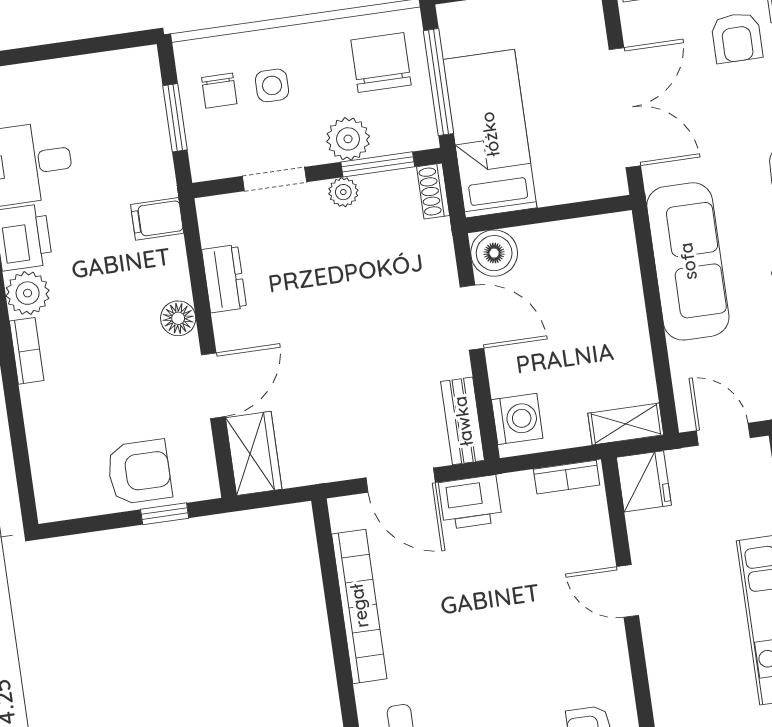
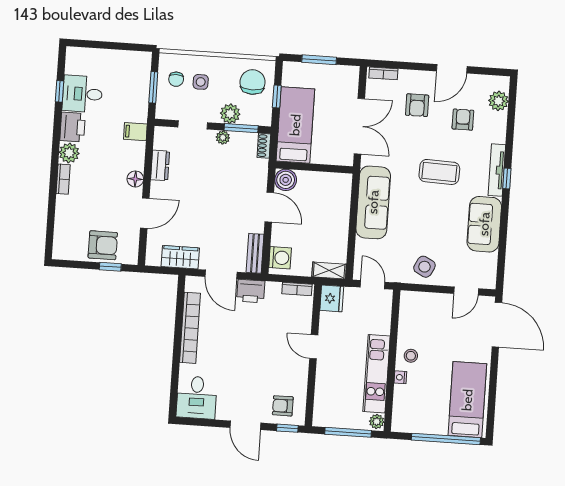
window: (438, 82) -> (277, 97), width x0.46
wardrobe: (254, 453) -> (180, 257), moved, turned -90

